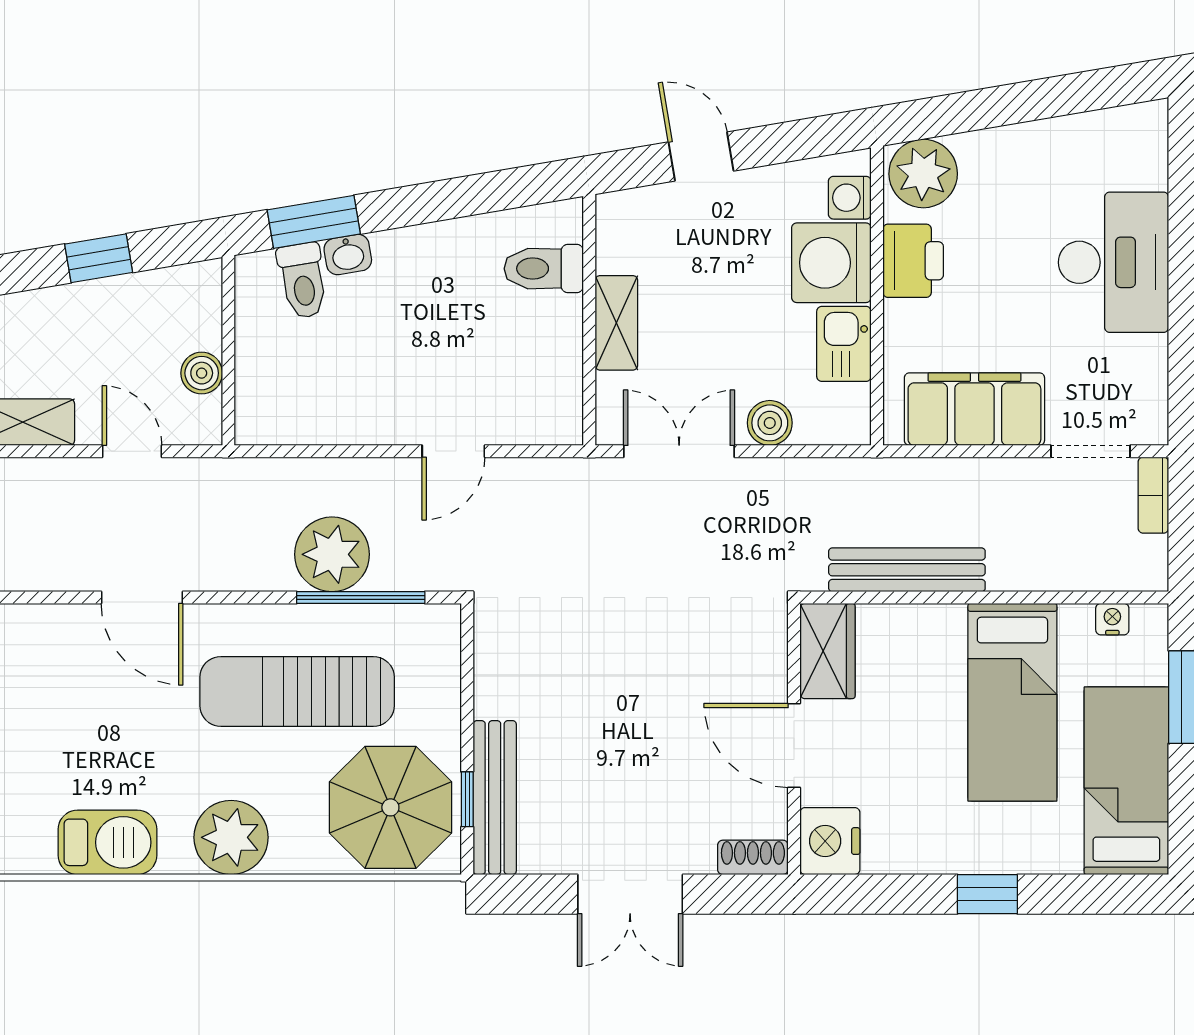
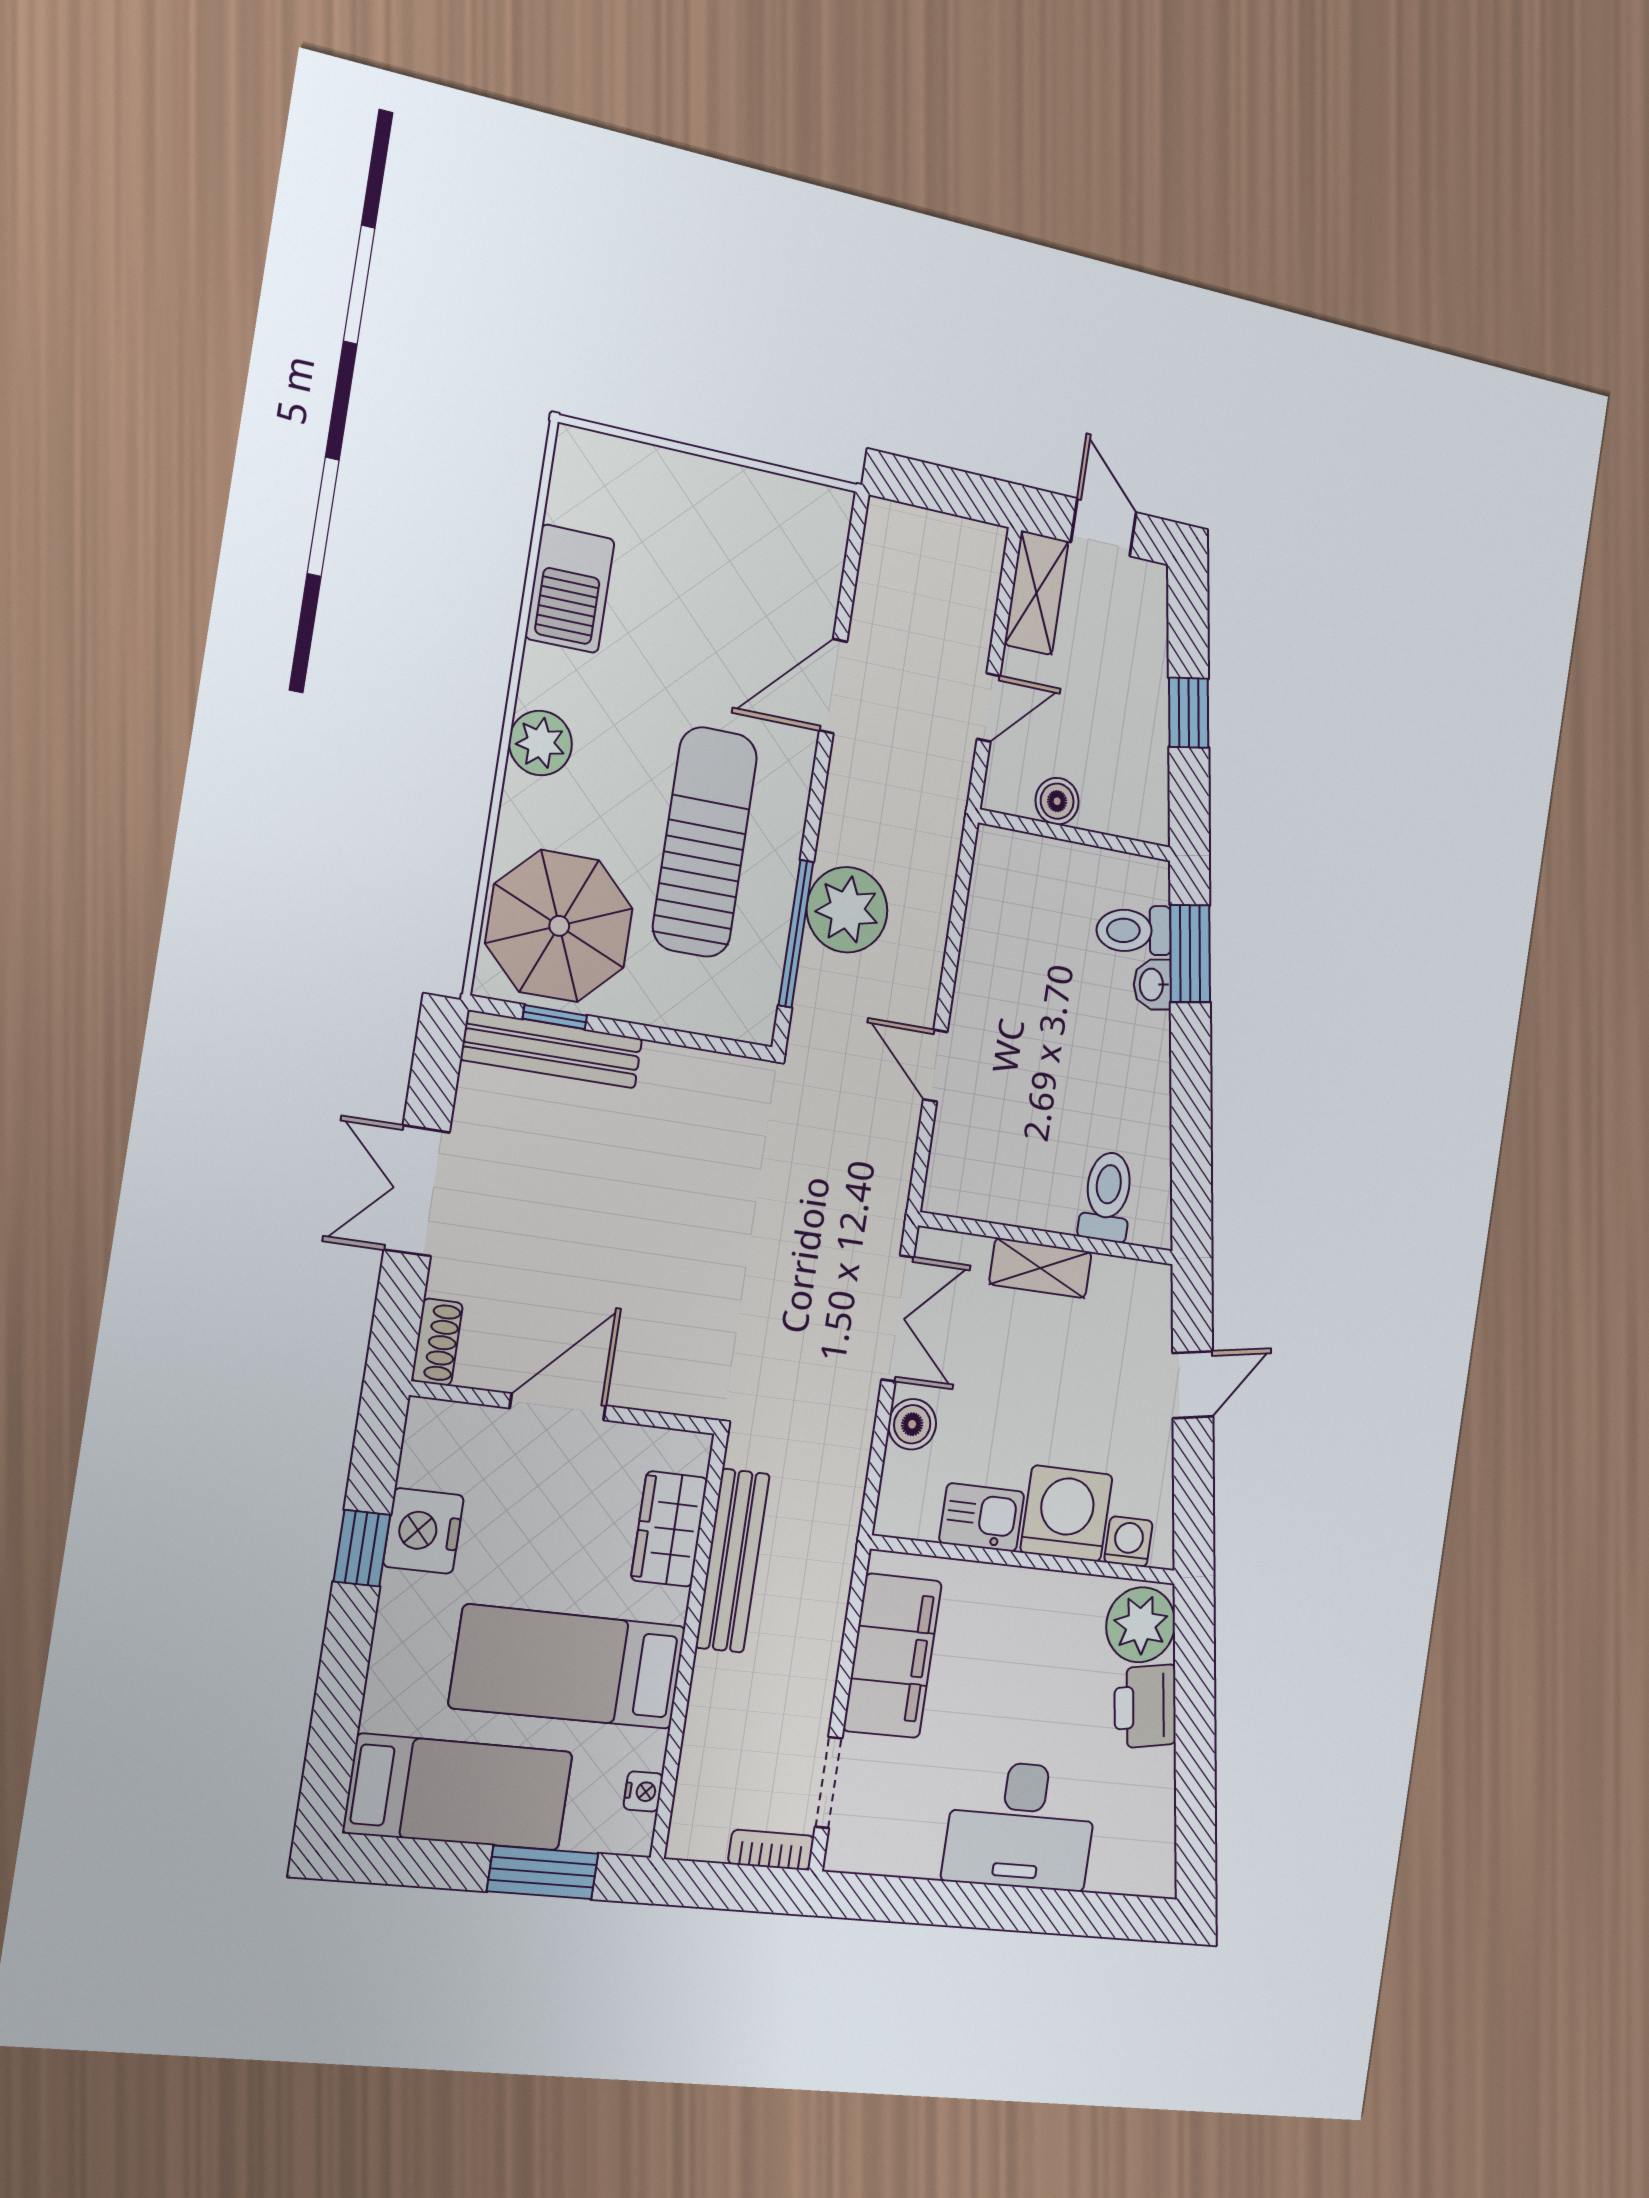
printer: (913, 261) -> (1145, 1706), moved, turned 80
wardrobe: (828, 651) -> (669, 1529), moved, turned 90
plant: (231, 837) -> (540, 743), width x0.73, depth x0.73
nightstand: (830, 841) -> (423, 1531), moved, turned -90
window: (987, 894) -> (362, 1548), moved

